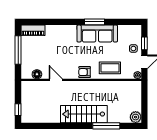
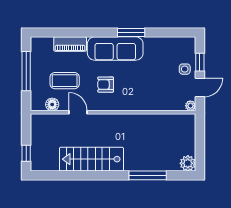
piano: (33, 30) -> (70, 44), moved
sofa: (97, 34) -> (115, 49), moved
coffee table: (110, 68) -> (65, 81), moved
armchair: (85, 72) -> (106, 85), moved
stairs: (84, 114) -> (91, 159), moved

